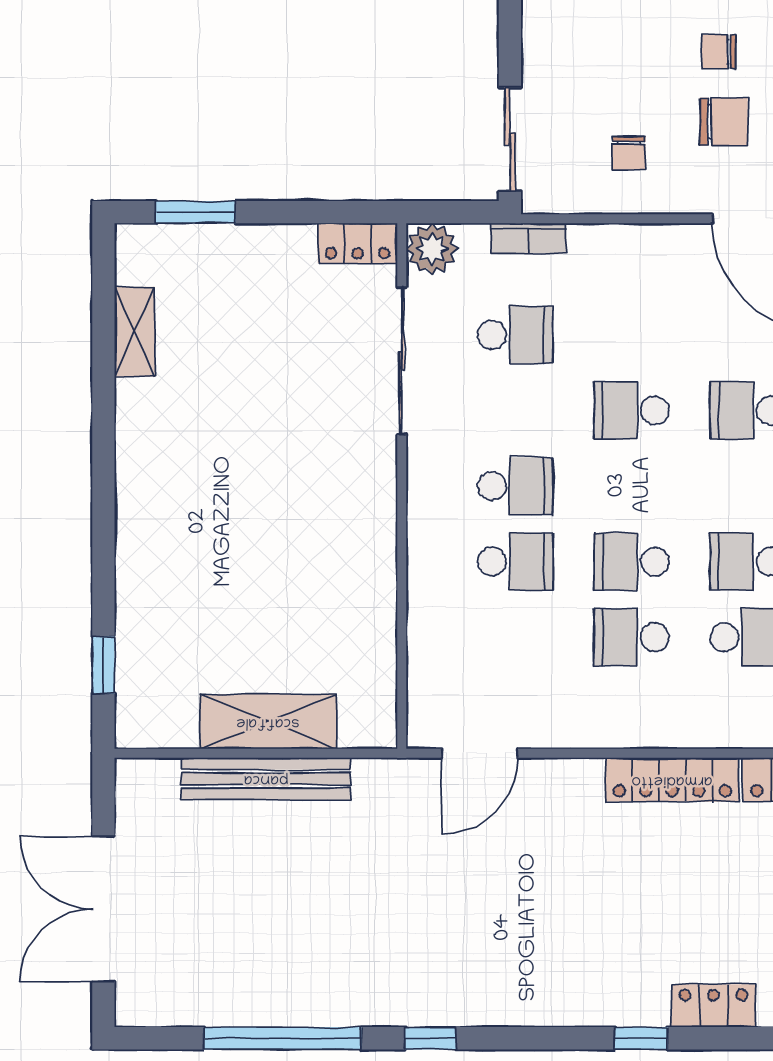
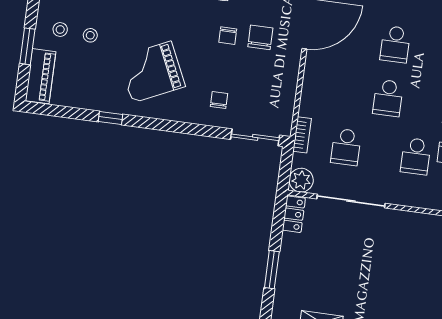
chair: (629, 153) -> (219, 100), moved, turned -90
window: (196, 212) -> (272, 270), moved
school desk: (515, 335) -> (346, 147), turned 180
school desk: (515, 486) -> (416, 156), turned 180

